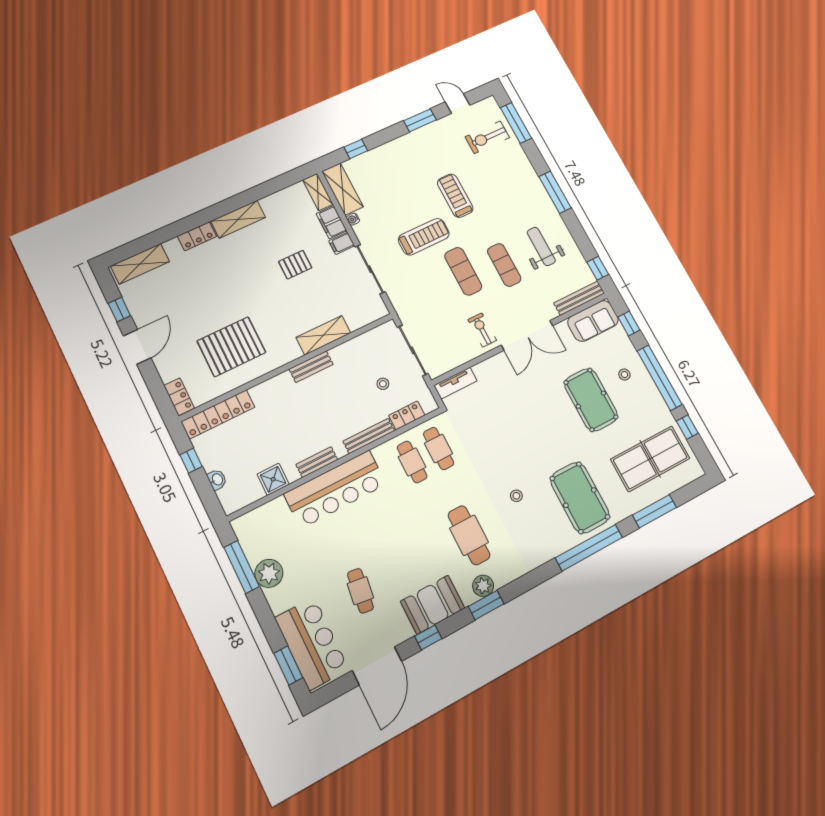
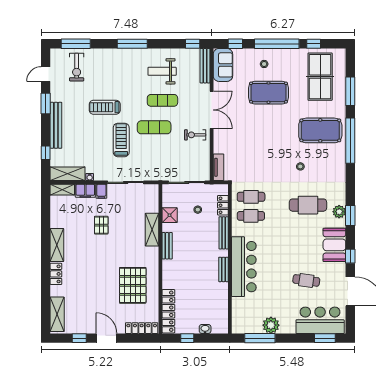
bench: (399, 146) -> (56, 125), added
locker: (179, 397) -> (142, 328), width x1.53
shower: (273, 479) -> (170, 215), moved

